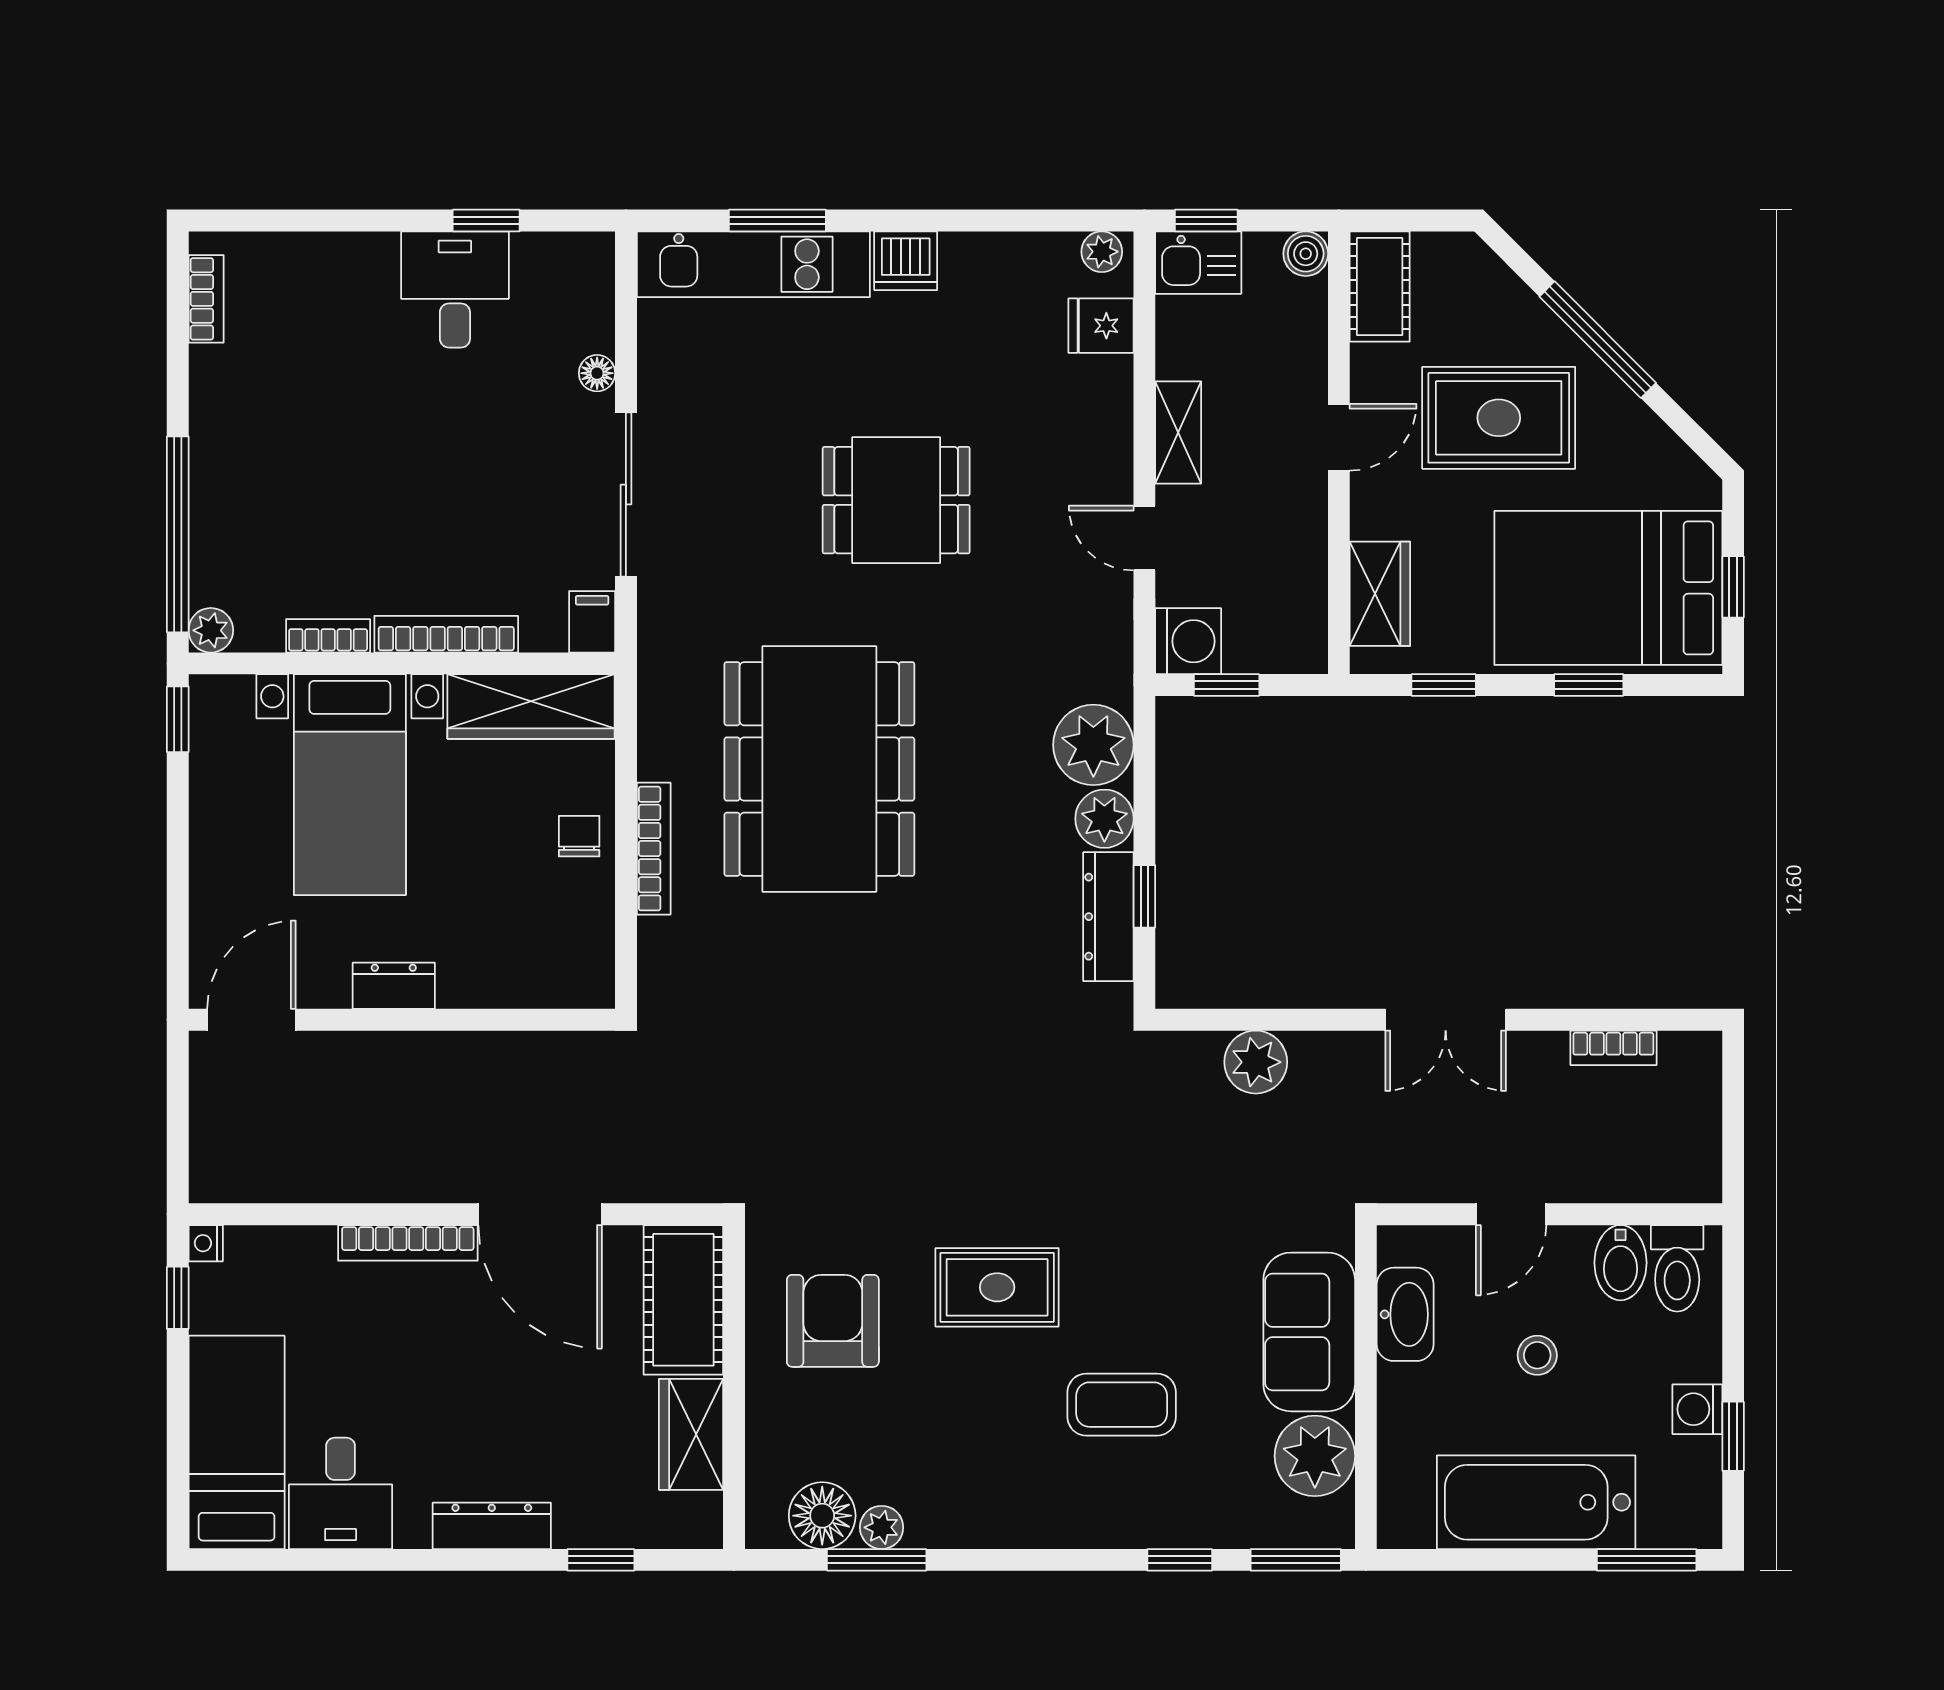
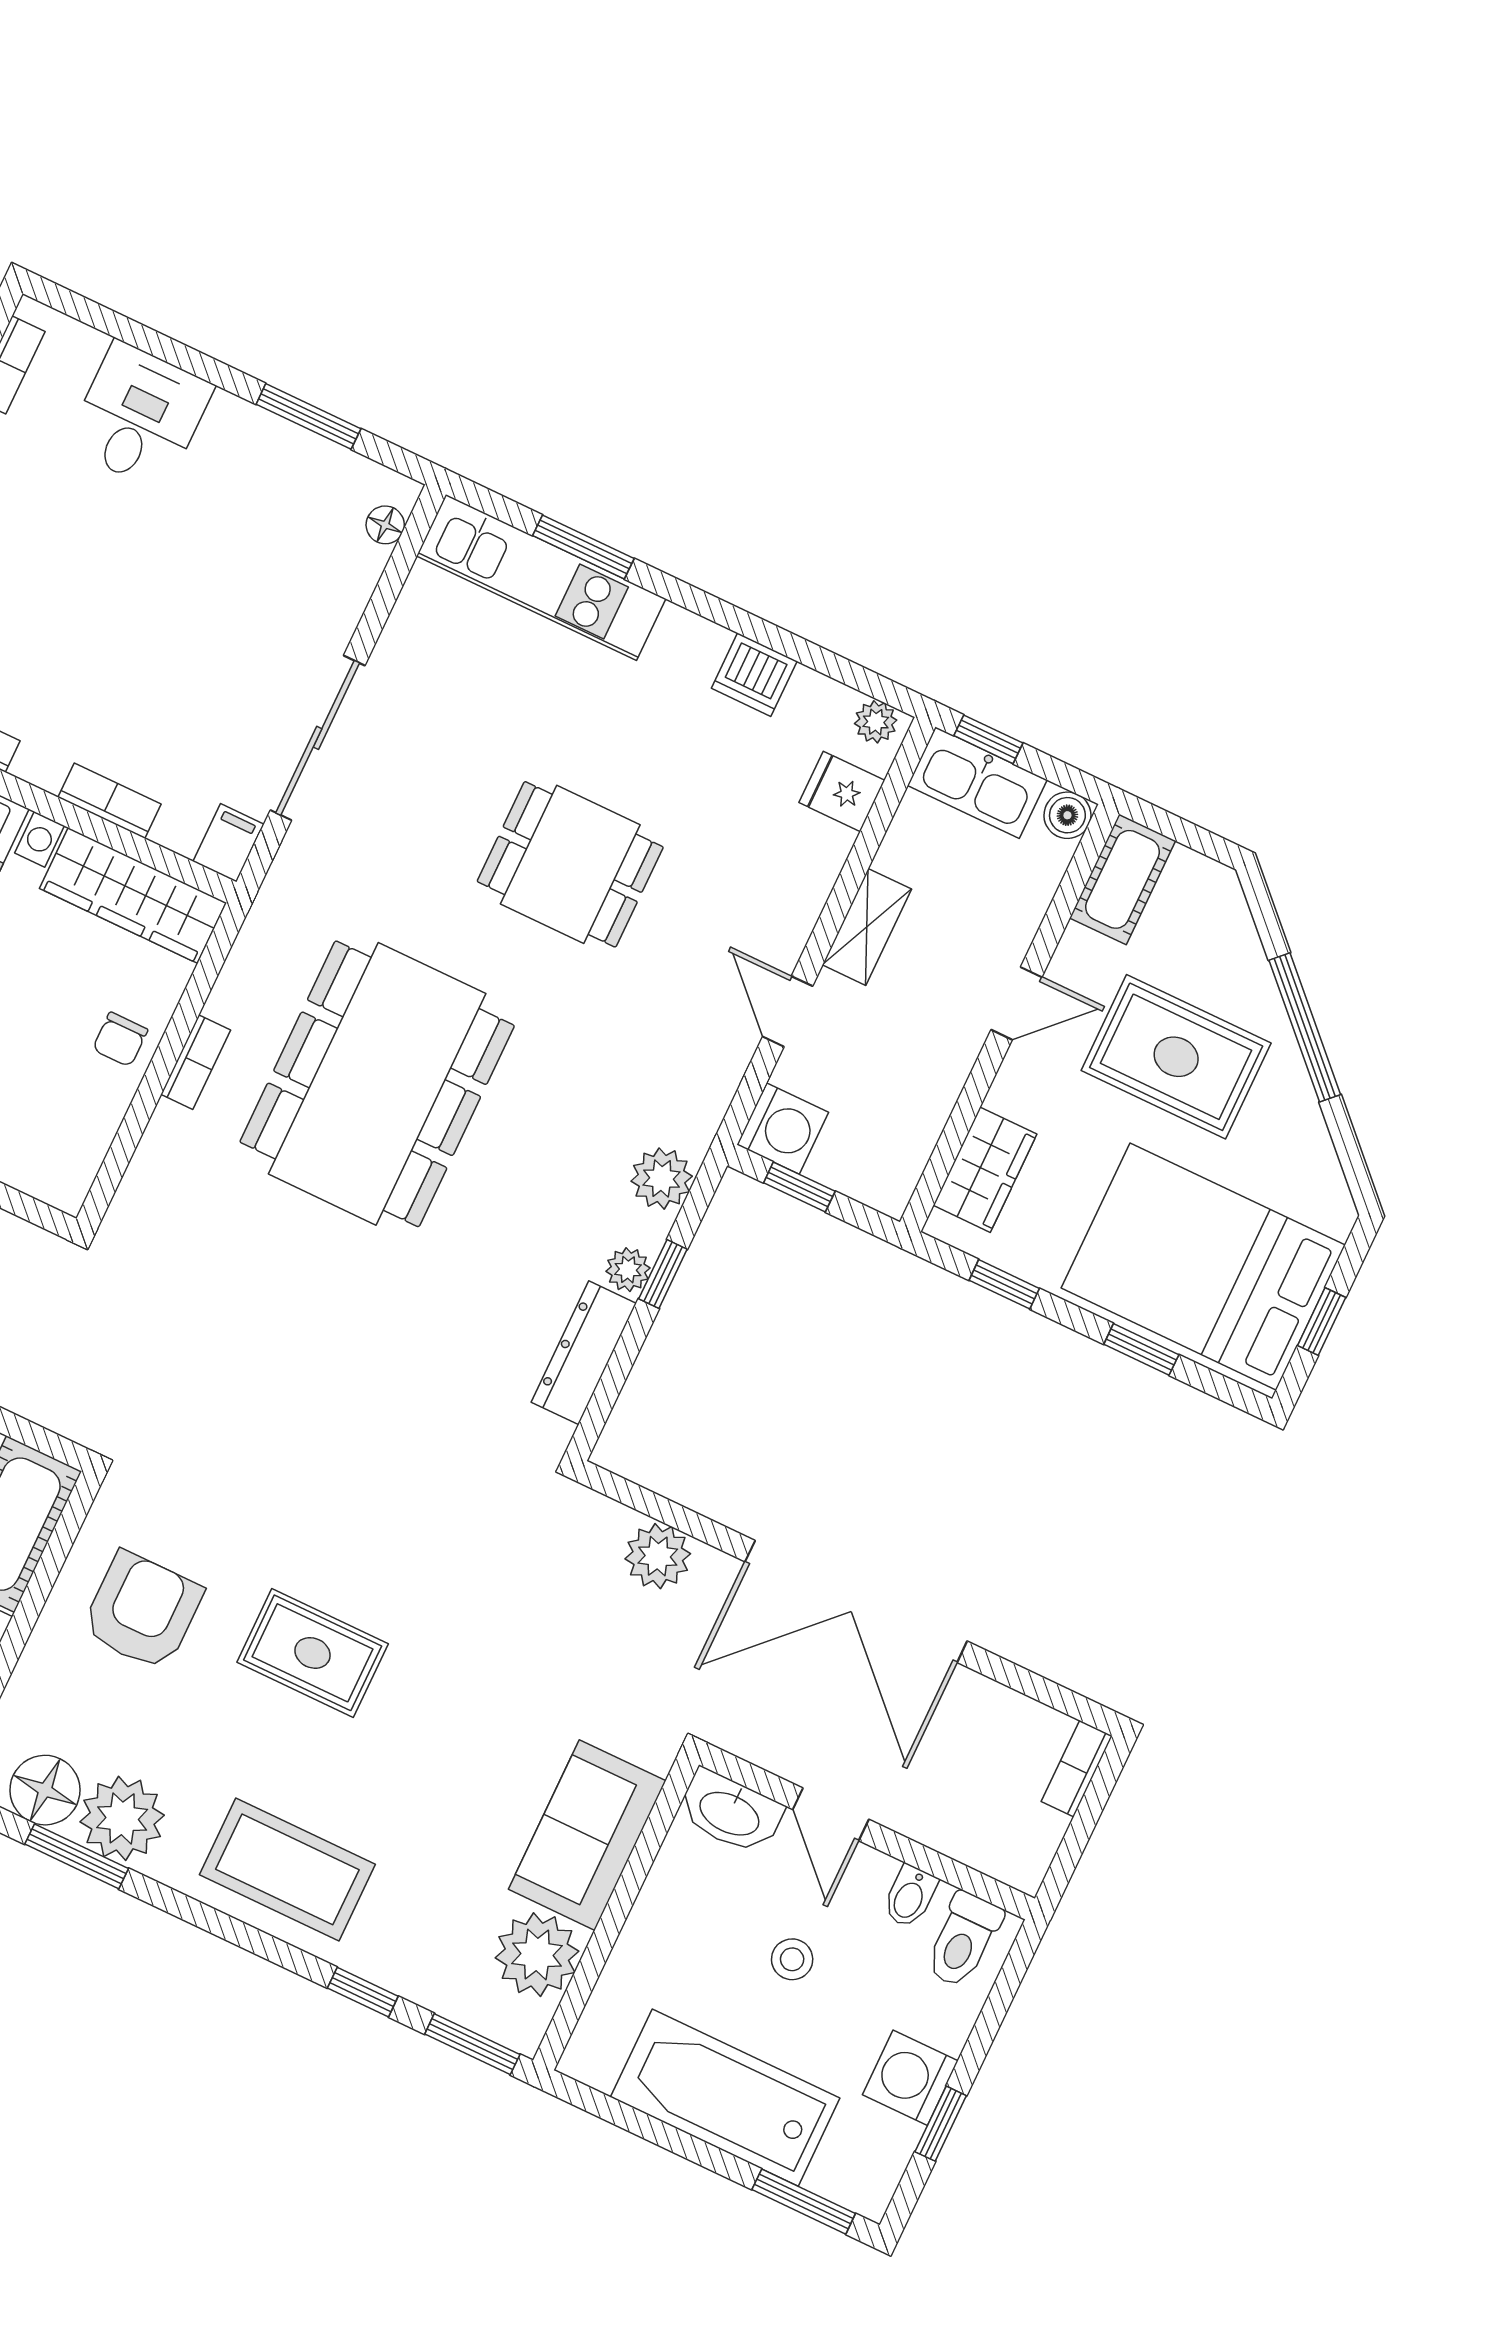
window: (486, 221) -> (308, 416), width x1.50
dishwasher: (906, 261) -> (754, 675), moved
kitchen sink: (1198, 263) -> (977, 783), width x1.38
desk: (455, 289) -> (140, 416), moved
floor lamp: (597, 373) -> (385, 525), moved
bookcase: (446, 634) -> (110, 801), width x0.64
plant: (1093, 745) -> (662, 1179), width x0.73, depth x0.73
plant: (1104, 819) -> (628, 1270), width x0.73, depth x0.73
chair: (579, 836) -> (120, 1039), turned 180
bookcase: (654, 849) -> (196, 1062), width x0.64
window: (1144, 896) -> (663, 1274), moved
double door: (1446, 1020) -> (856, 1601), width x1.87
bookcase: (1613, 1048) -> (1077, 1769), moved, turned 90
door: (1511, 1214) -> (831, 1814), hinge flipped
bidet: (1620, 1263) -> (910, 1897), width x0.72, depth x0.74
washbasin: (1405, 1314) -> (730, 1812), moved, turned 90
coffee table: (1122, 1405) -> (287, 1869), moved, width x1.36, depth x1.32
washing machine: (1697, 1409) -> (910, 2078), width x1.38, depth x1.38
plant: (882, 1527) -> (122, 1818), width x1.88, depth x1.88

